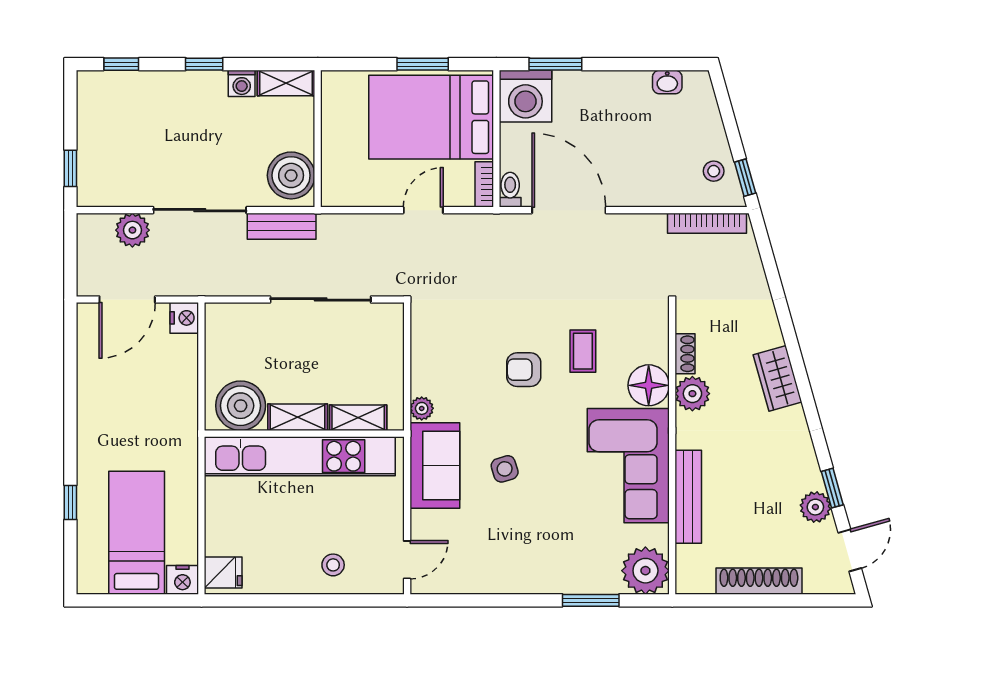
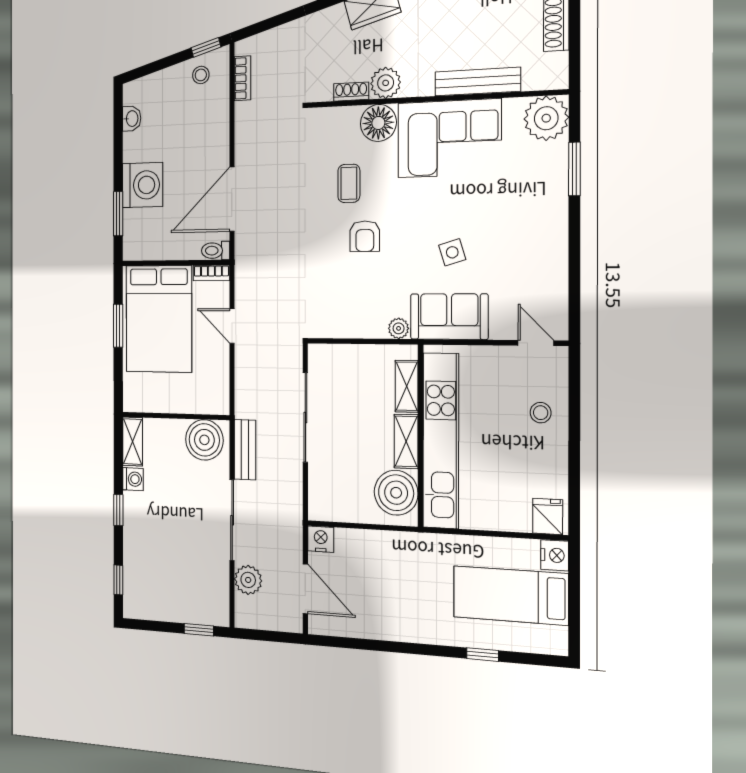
washing machine: (525, 96) -> (143, 185), moved
bookcase: (707, 223) -> (242, 78), width x0.64
coffee table: (583, 351) -> (349, 183), turned 90

